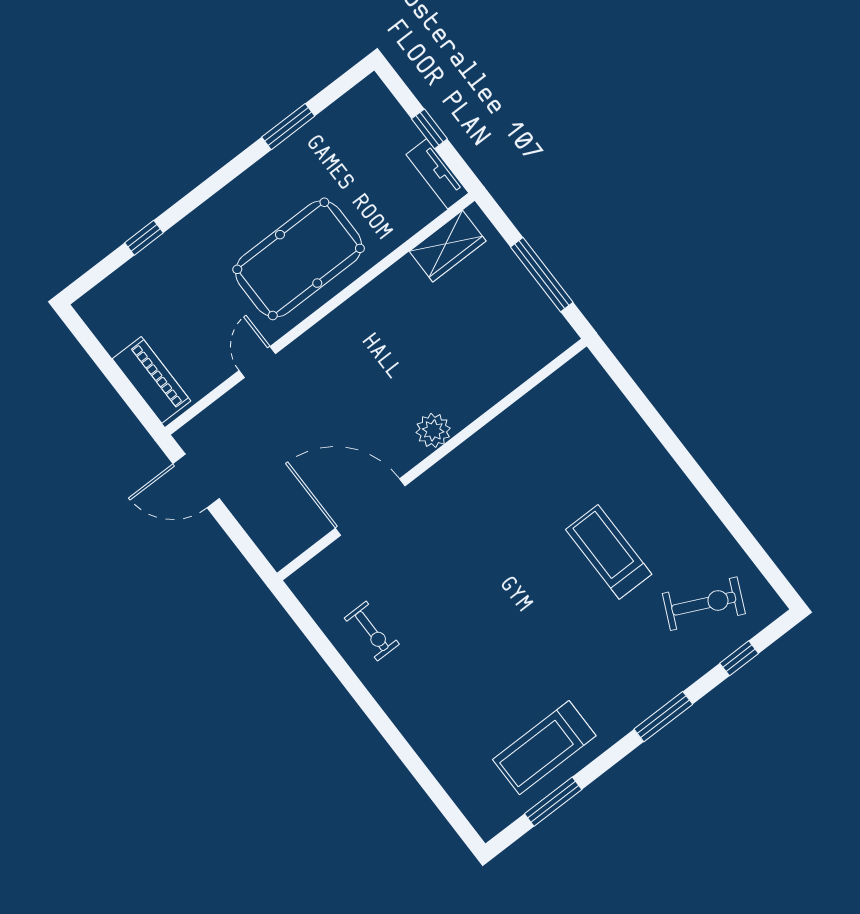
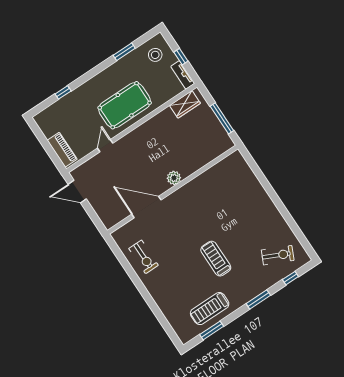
stool: (366, 129) -> (155, 55), added
treadmill: (609, 552) -> (216, 259), moved
exercise bike: (372, 631) -> (144, 257), width x1.38, depth x1.39

